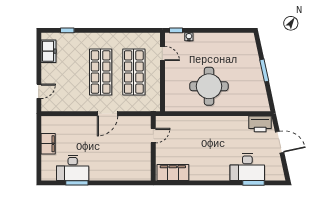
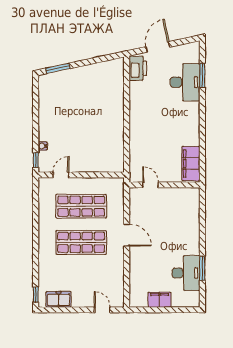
window: (67, 30) -> (36, 295), moved
window: (264, 71) -> (58, 68), moved
round table: (209, 86) -> (97, 124), removed

